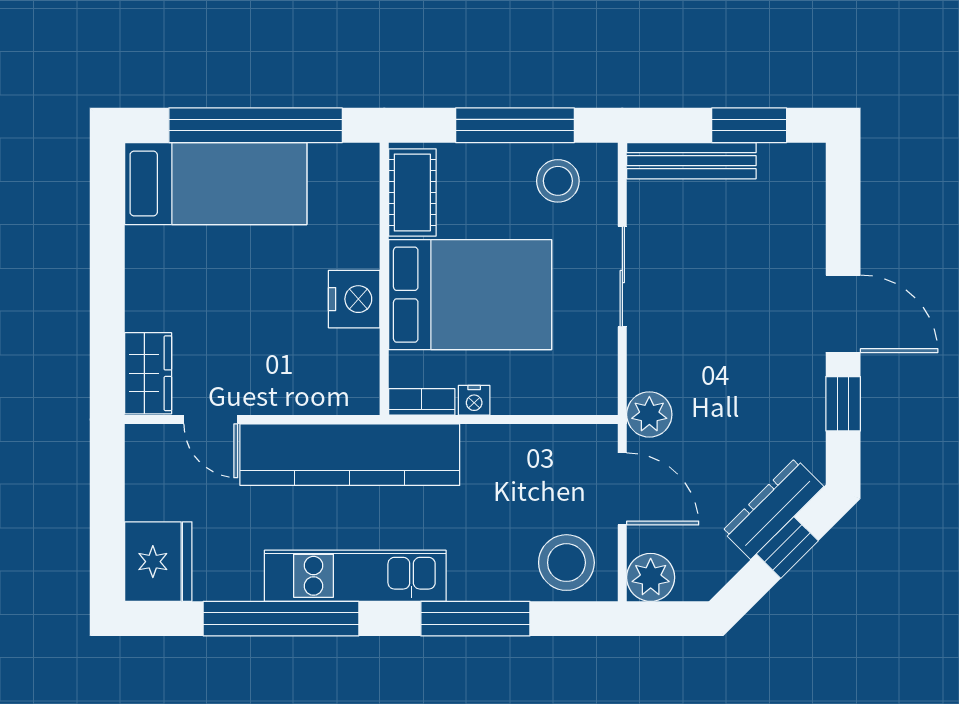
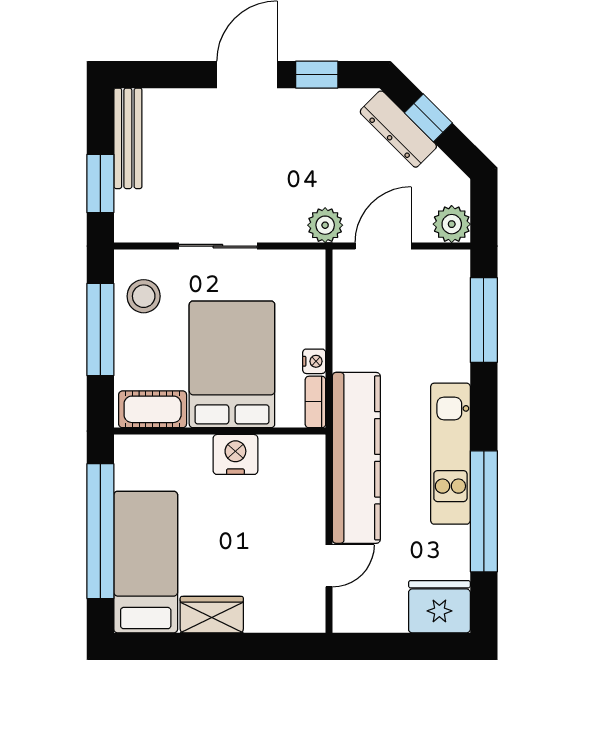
window: (749, 125) -> (100, 184), moved
bench: (691, 161) -> (128, 138), moved
wardrobe: (148, 373) -> (212, 615), moved
stool: (566, 563) -> (440, 290), removed
window: (475, 619) -> (484, 320), moved

